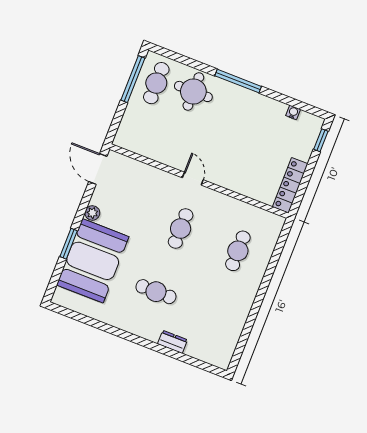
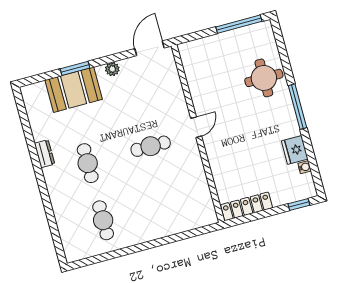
cafe table: (156, 83) -> (249, 44), removed
fridge: (273, 110) -> (295, 150), added
cafe table: (238, 251) -> (103, 220), moved, turned 90
booth: (93, 261) -> (74, 90), width x0.73, depth x0.70
dresser: (172, 342) -> (45, 154), moved

